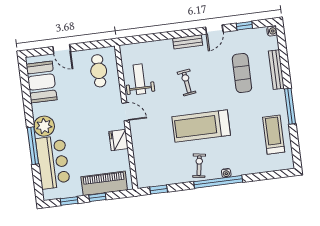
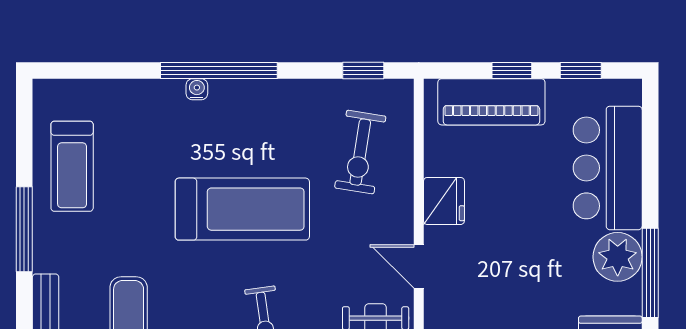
window: (33, 146) -> (650, 273), moved
exercise bike: (199, 166) -> (360, 152), moved, width x1.38, depth x1.39

